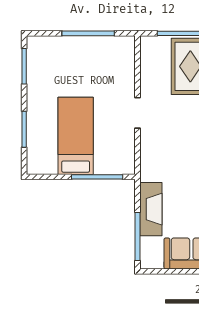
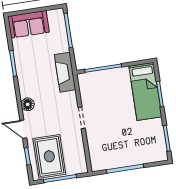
bed: (76, 136) -> (145, 91), moved
fireplace: (151, 209) -> (65, 72), moved

